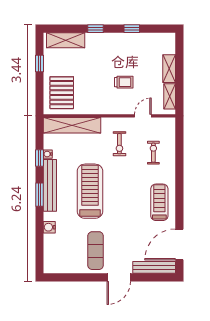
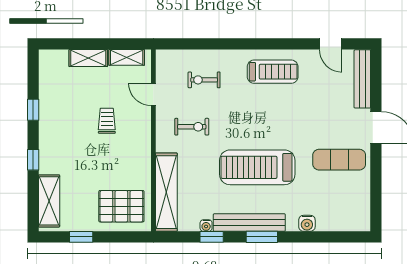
treadmill: (159, 202) -> (273, 72), turned 180
door: (179, 244) -> (331, 44), width x0.53

